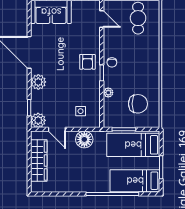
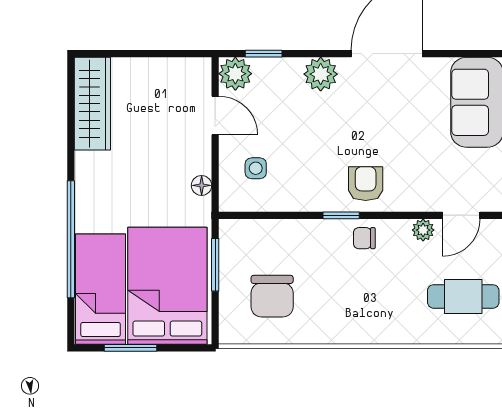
armchair: (87, 62) -> (366, 184), turned 90
plant: (108, 93) -> (423, 230), moved
door: (57, 129) -> (215, 115), swing flipped
floor lamp: (84, 139) -> (202, 185), width x0.53, depth x0.53
bed: (133, 145) -> (167, 286), width x1.50
wardrobe: (39, 161) -> (92, 104), moved, turned -90

